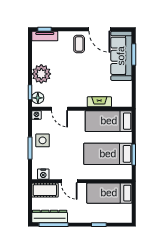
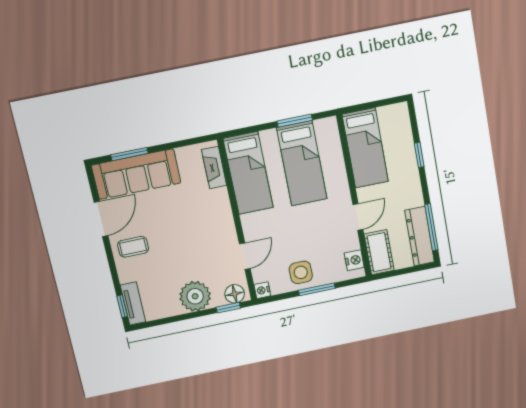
fireplace: (99, 102) -> (214, 168), moved

